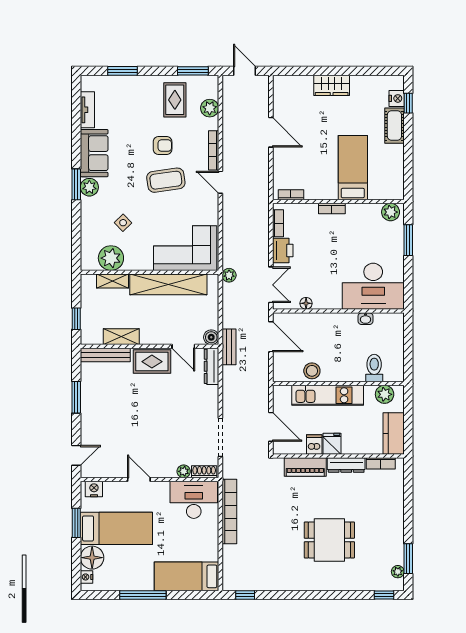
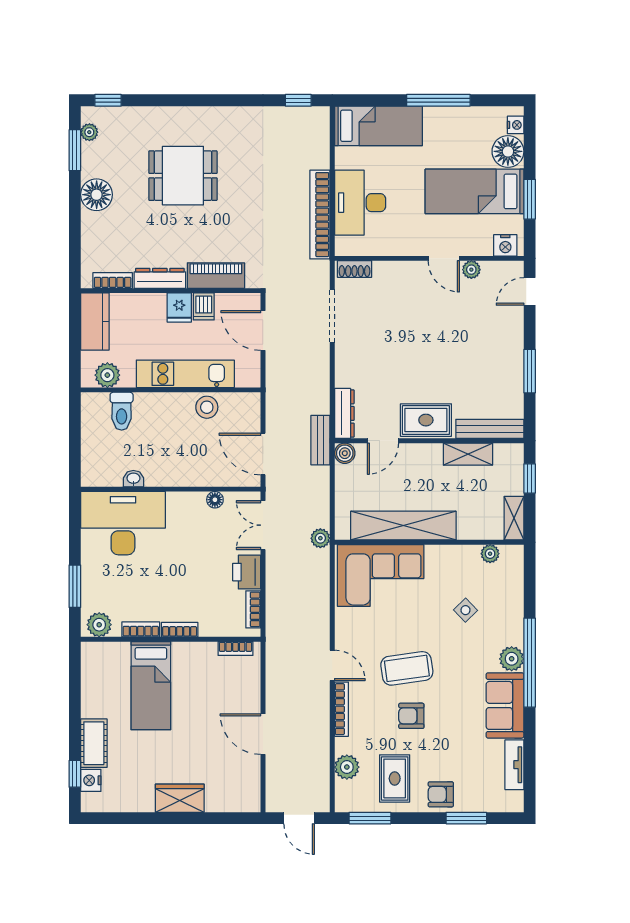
armchair: (141, 88) -> (441, 794), added
window: (76, 184) -> (530, 663), width x2.11
bookcase: (360, 209) -> (141, 629), added
plant: (111, 258) -> (490, 554), width x0.53, depth x0.53
shelving: (113, 281) -> (514, 518), moved, turned 90
door: (183, 346) -> (383, 441), swing flipped
plant: (184, 471) -> (471, 270), moved
desk: (194, 500) -> (360, 203), moved, turned 90
floor lamp: (392, 526) -> (97, 195), added

